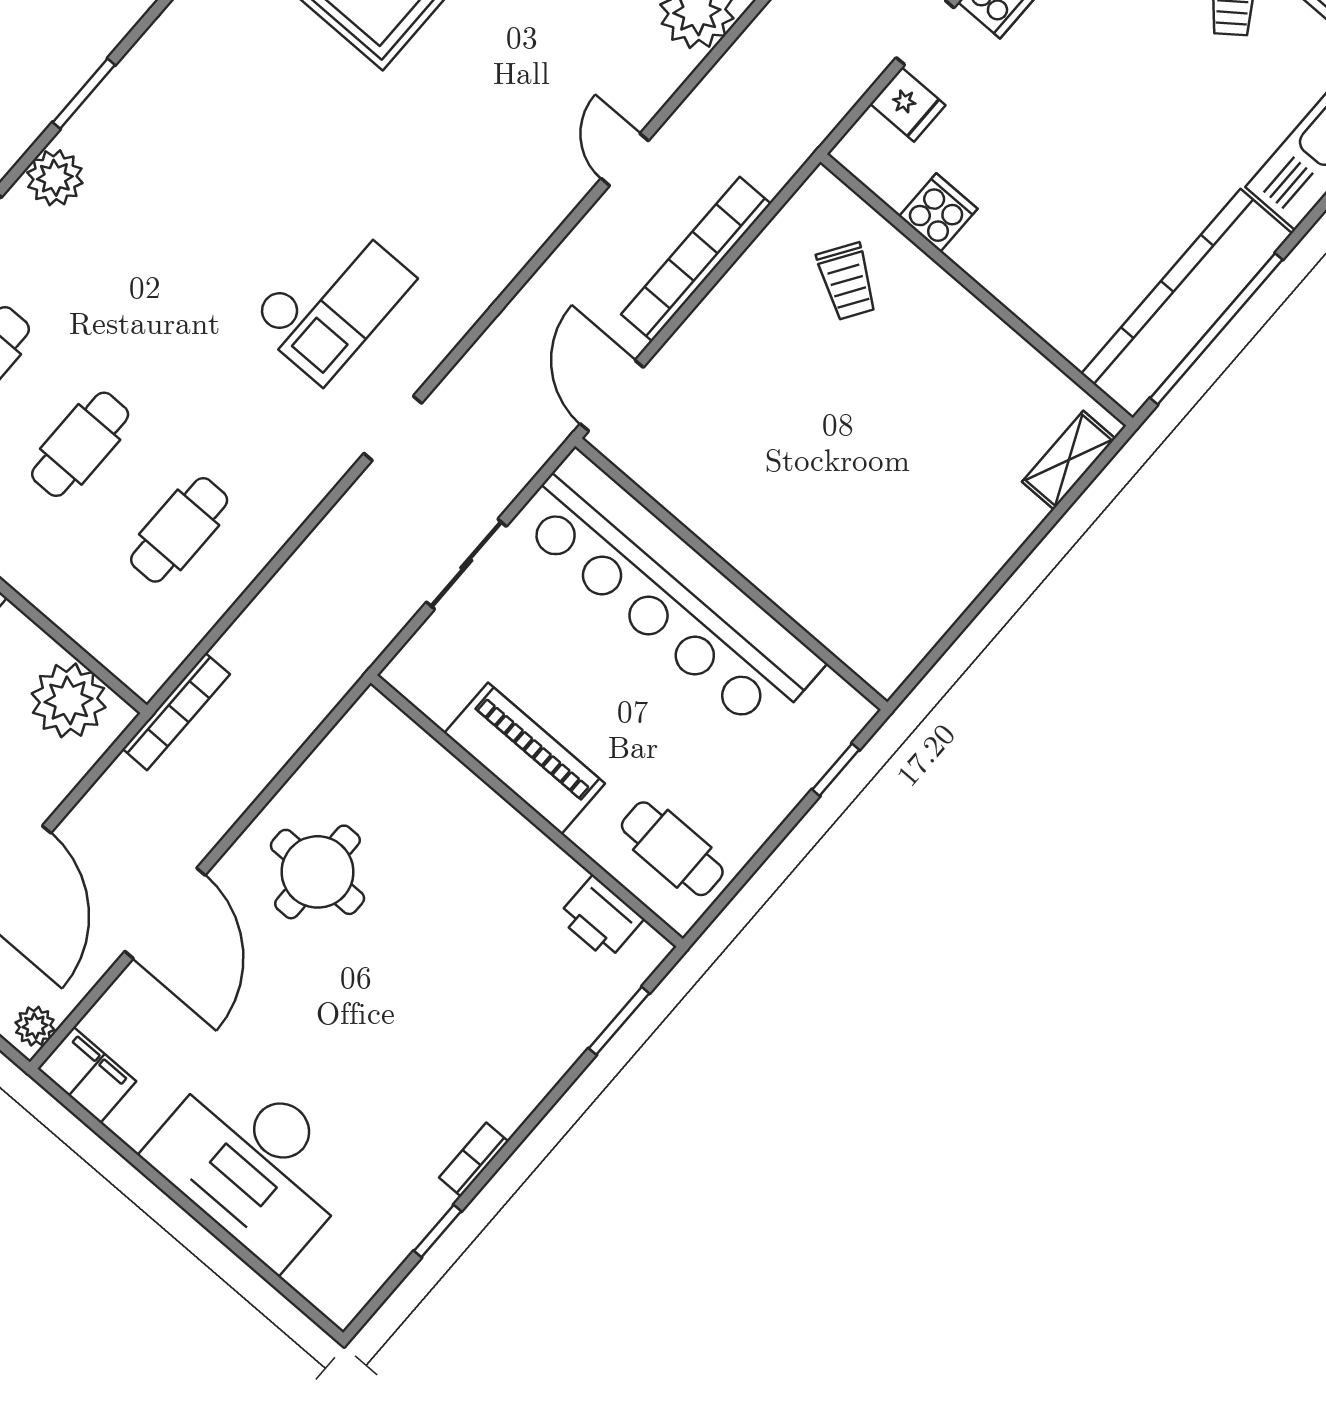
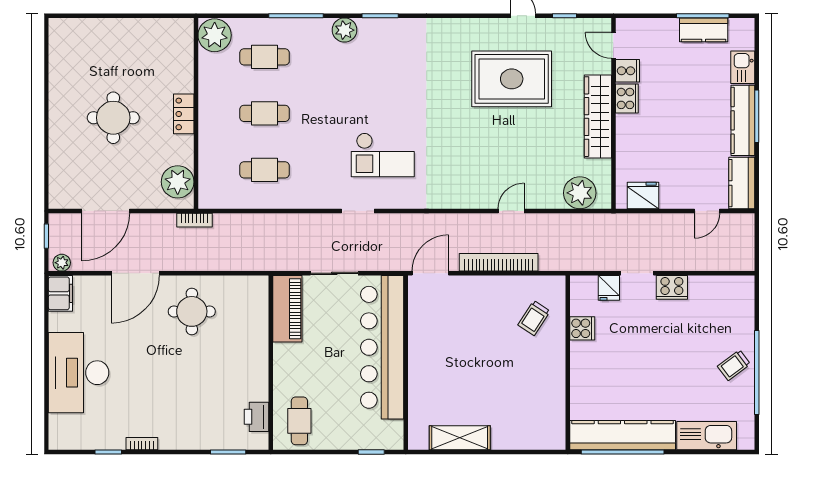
shelving: (1069, 460) -> (460, 438), moved, width x1.50, depth x1.33
bookcase: (176, 712) -> (194, 220), width x0.64
piano: (525, 758) -> (287, 309), moved

